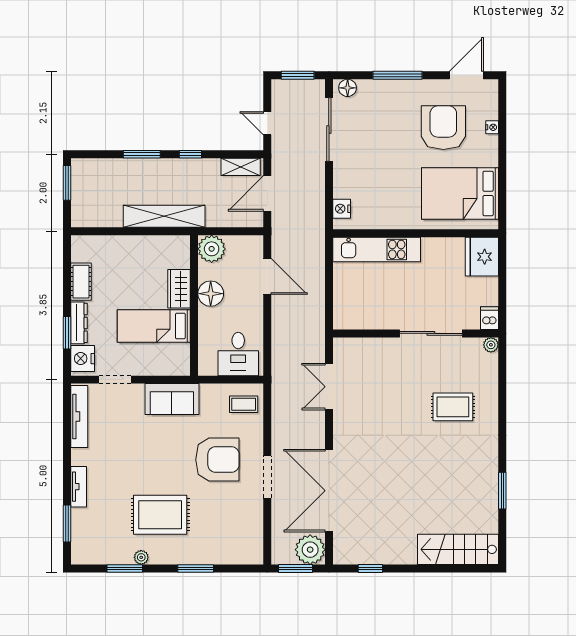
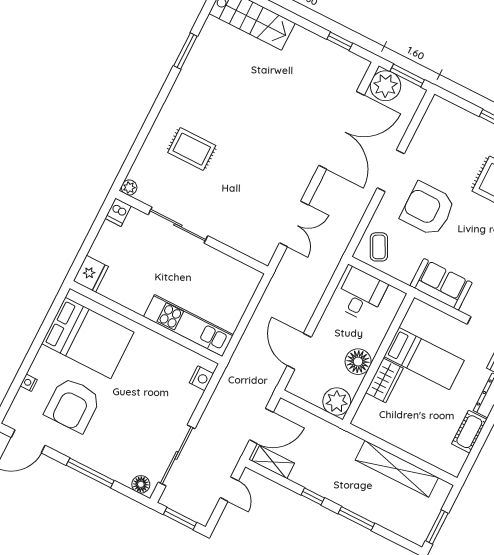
shelving: (164, 216) -> (397, 469), moved
fridge: (482, 257) -> (91, 274), width x0.73, depth x0.75
coffee table: (244, 404) -> (379, 247), turned 63

